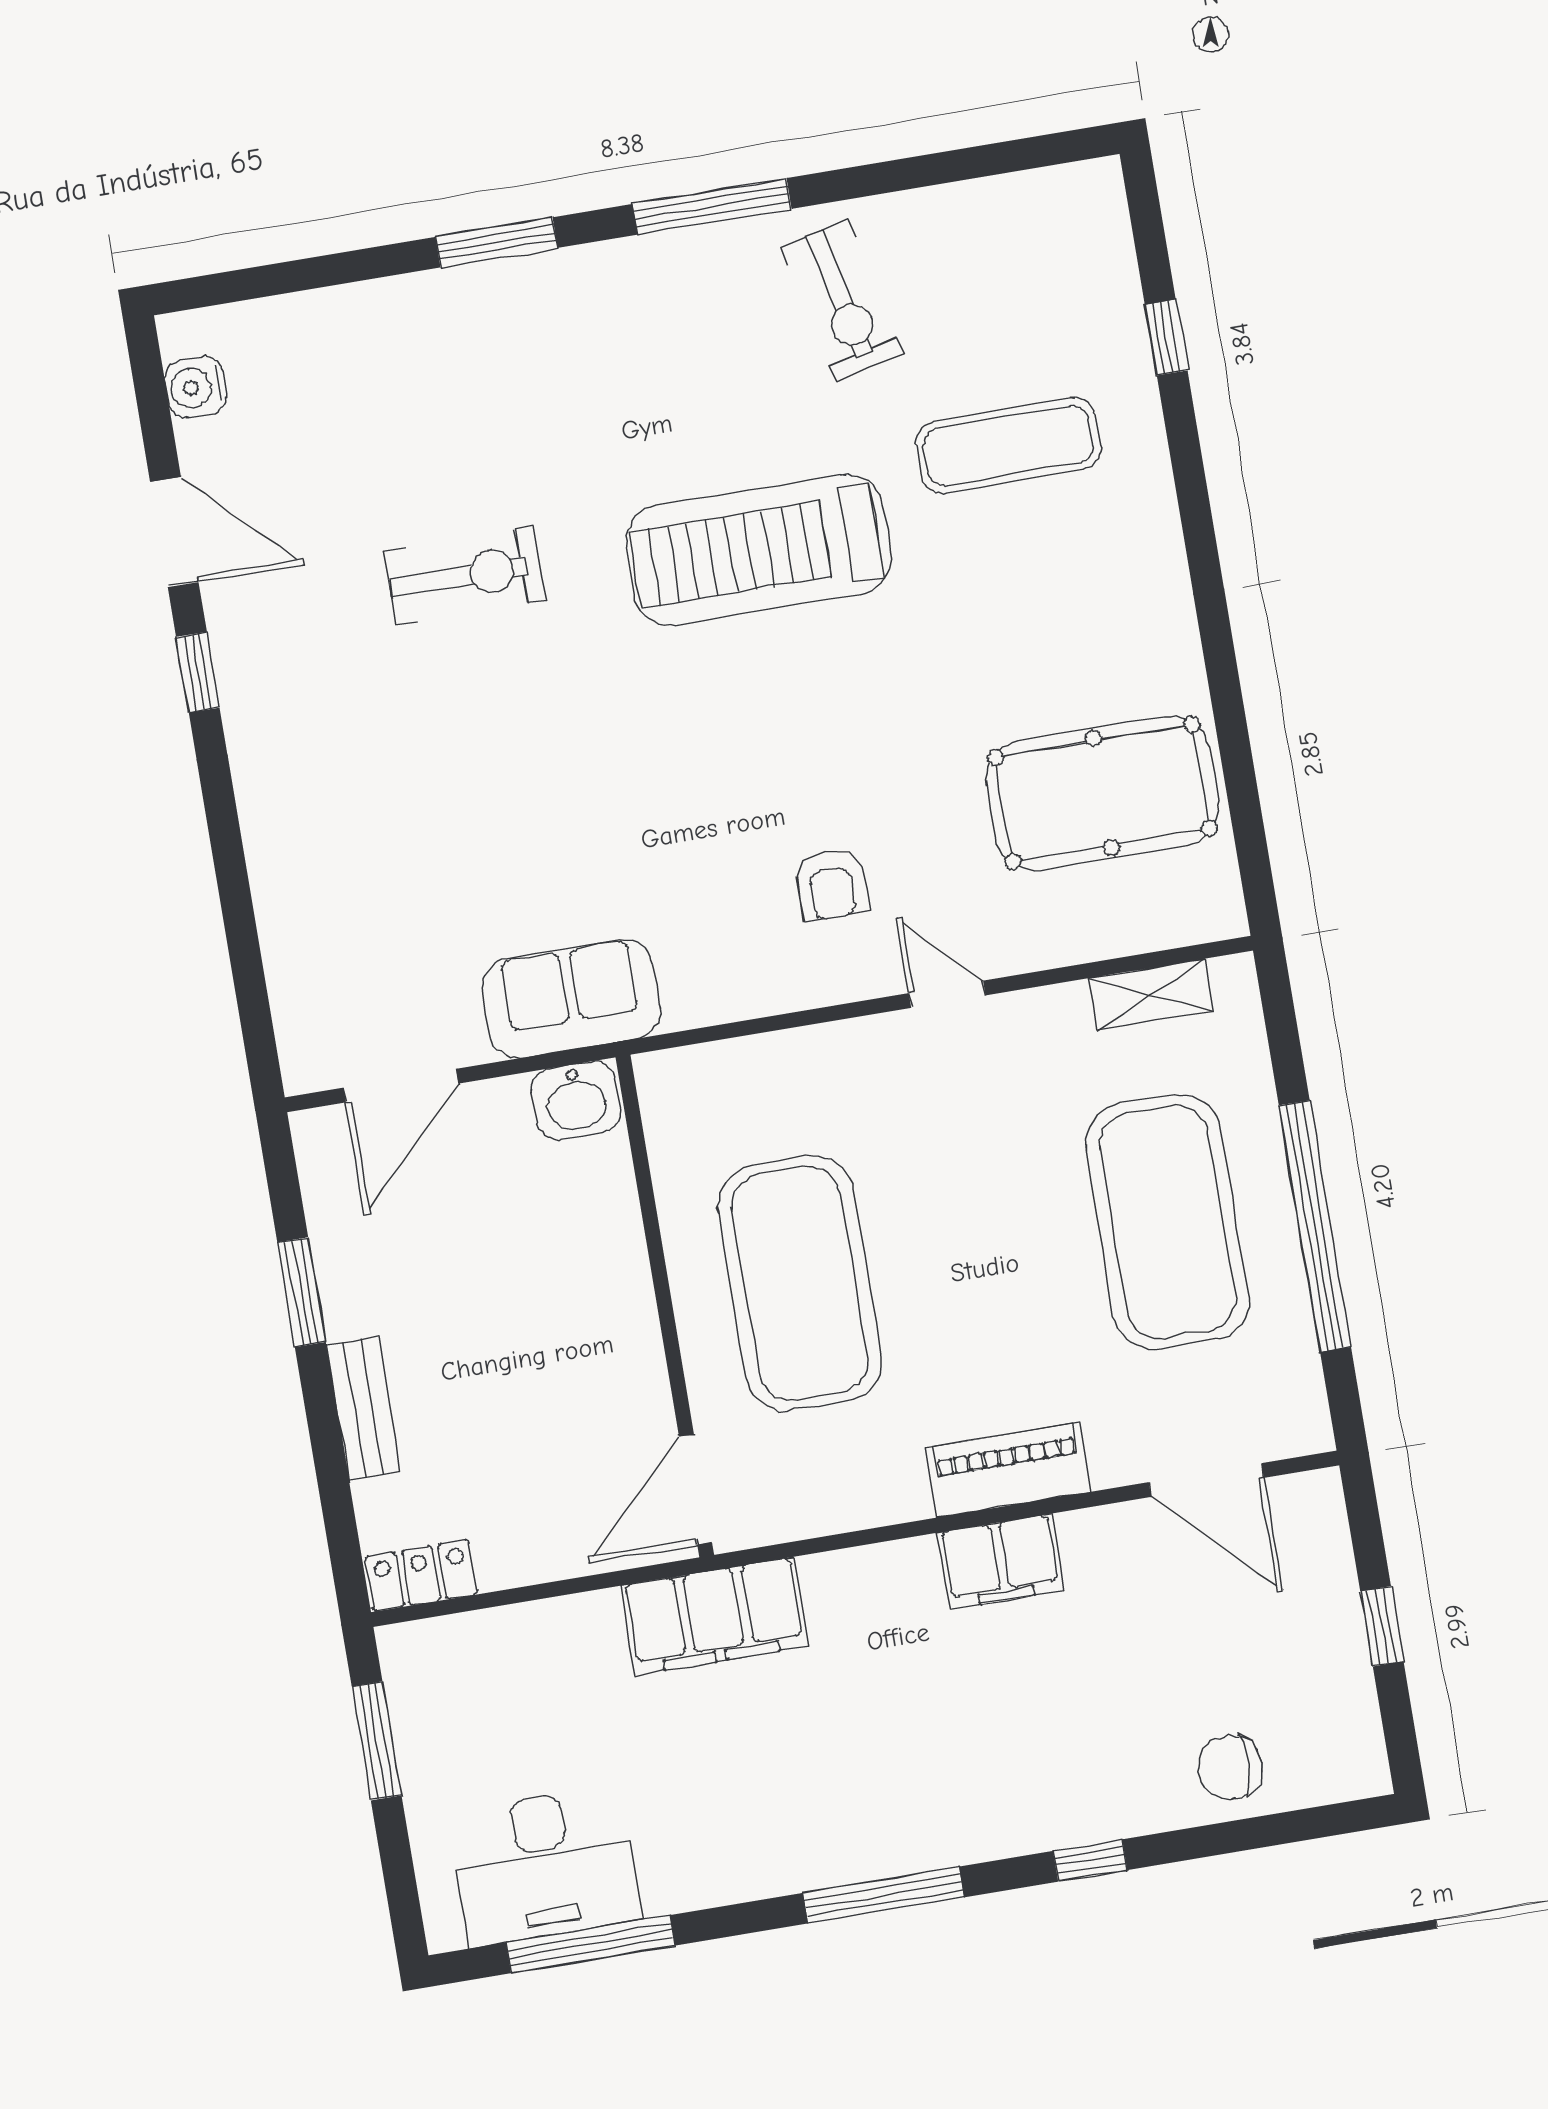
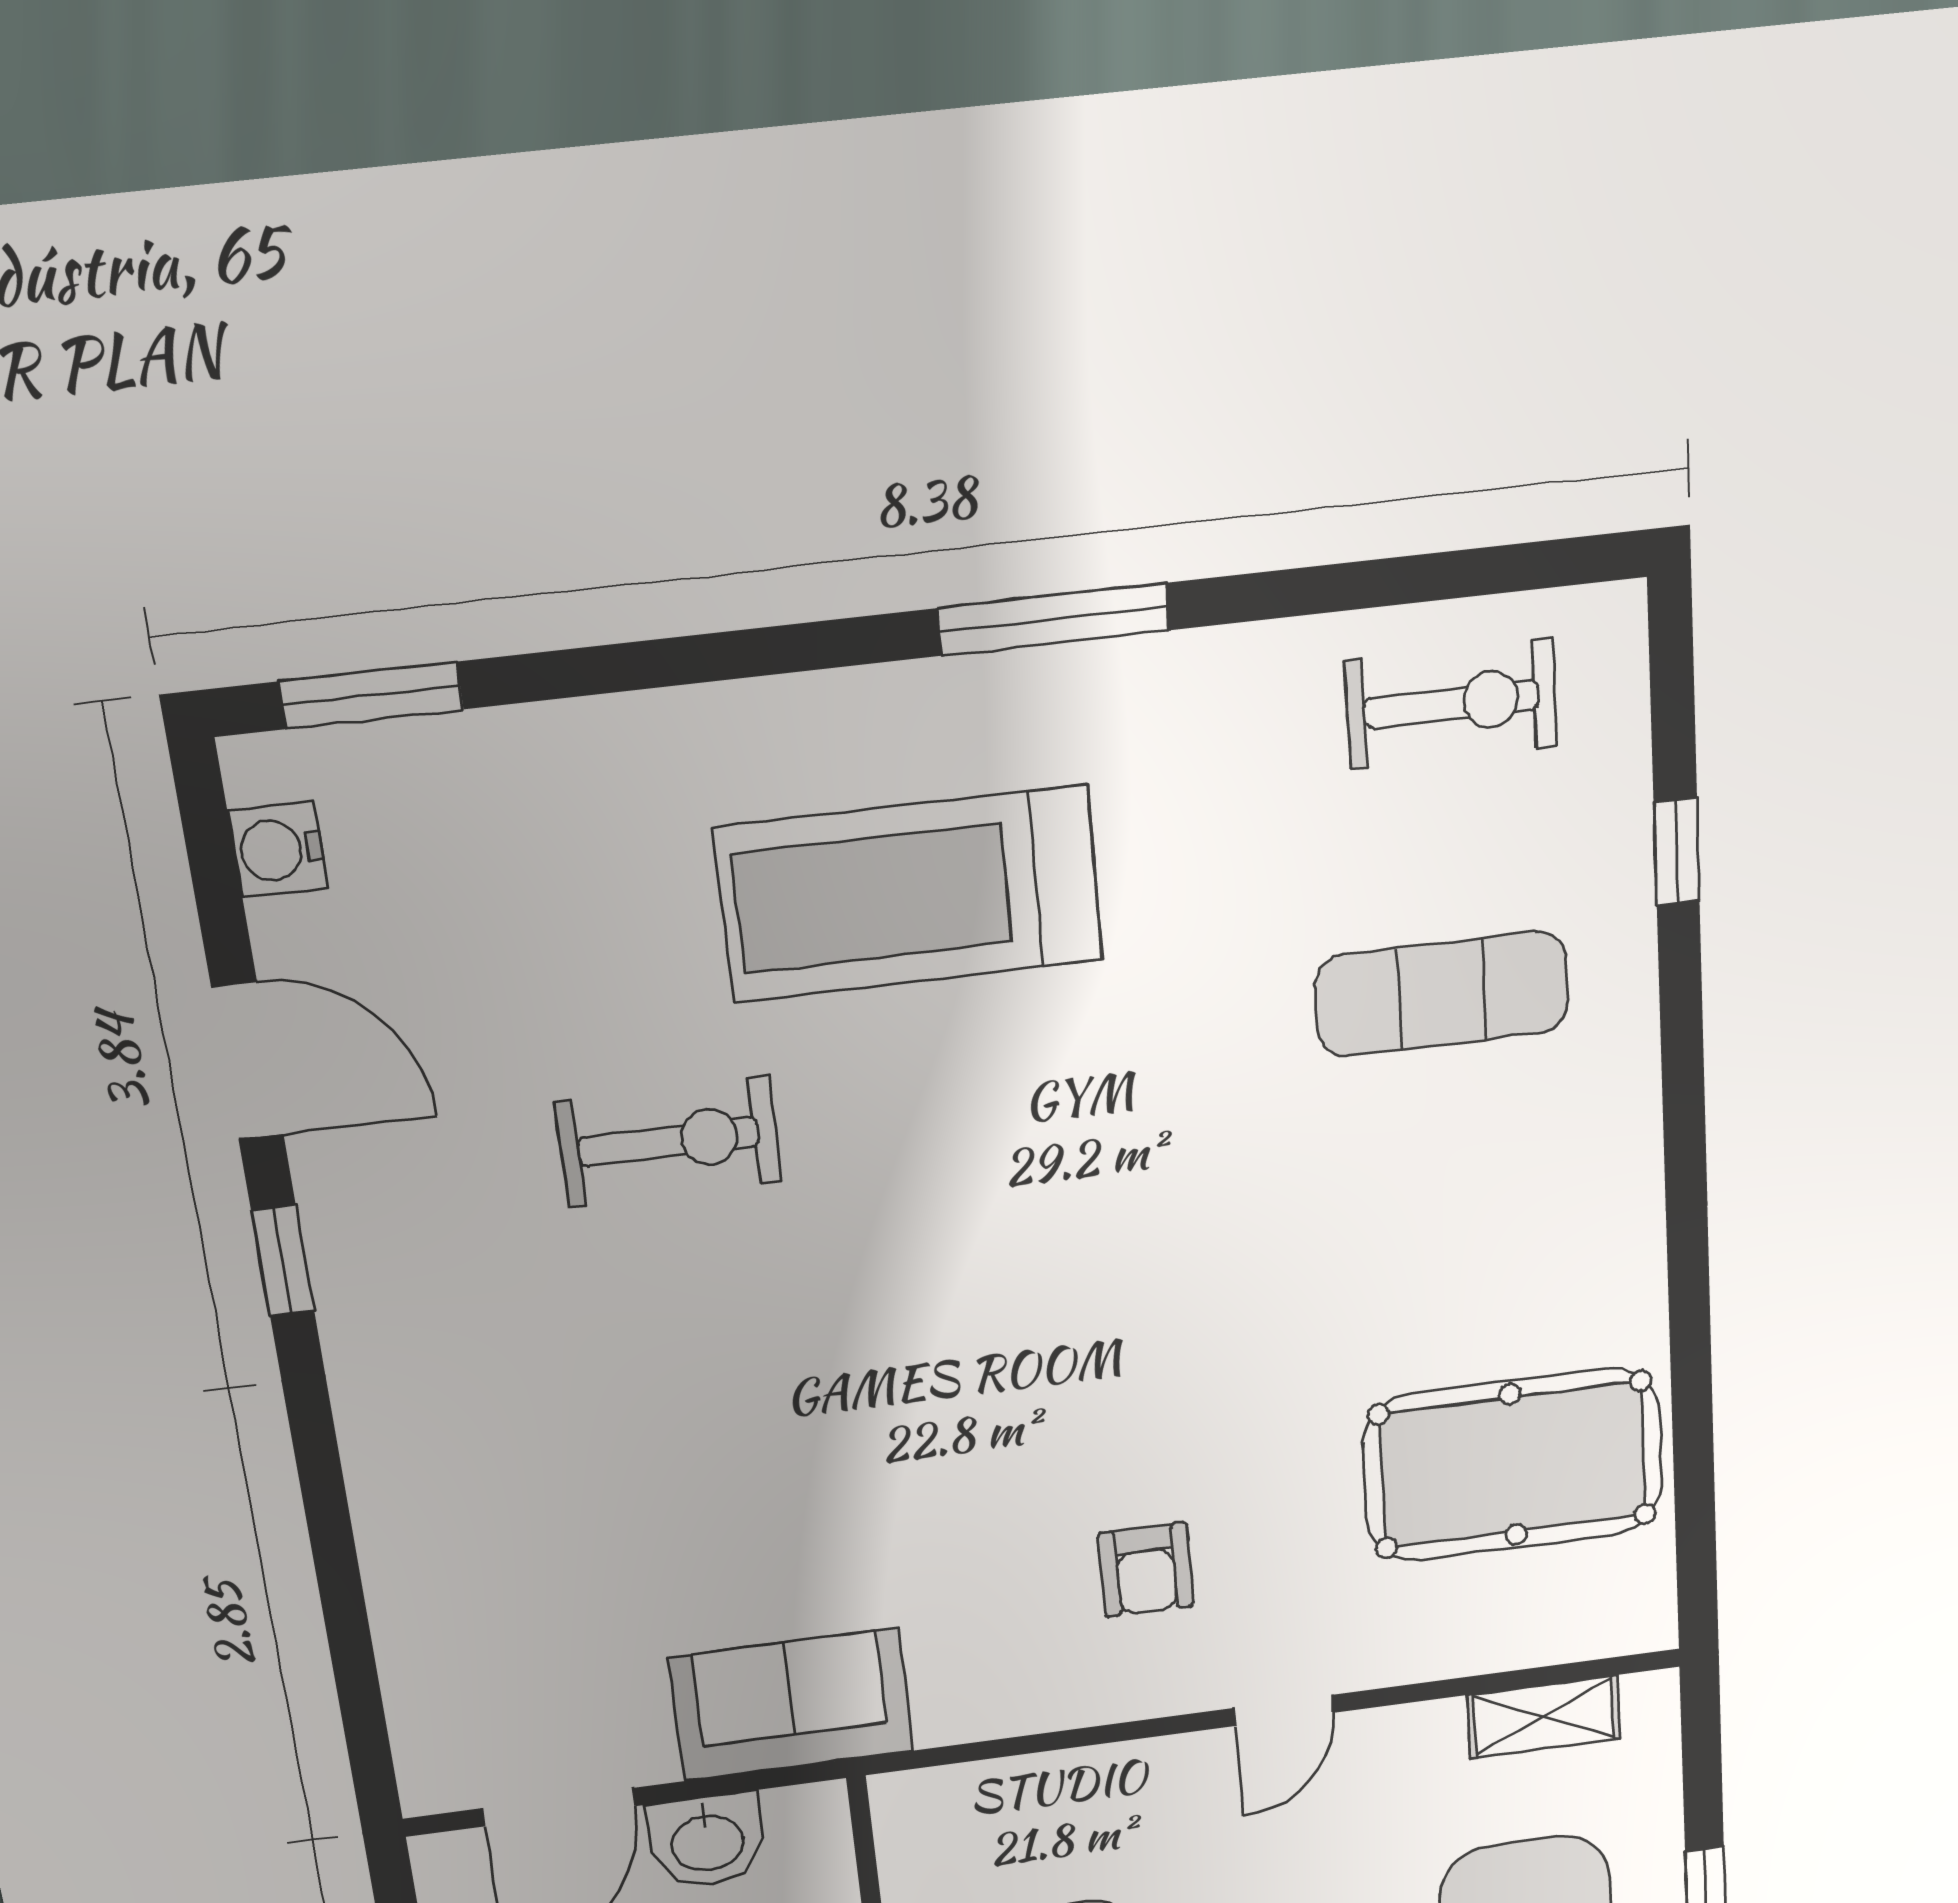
window: (497, 242) -> (371, 695), moved
exercise bike: (842, 300) -> (1451, 704), moved, turned -77
treadmill: (758, 550) -> (910, 894), moved
door: (947, 994) -> (1284, 1710), swing flipped
washbasin: (576, 1100) -> (707, 1841), moved

